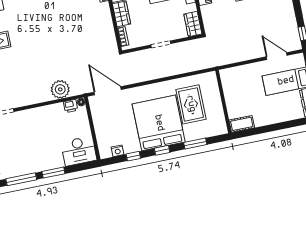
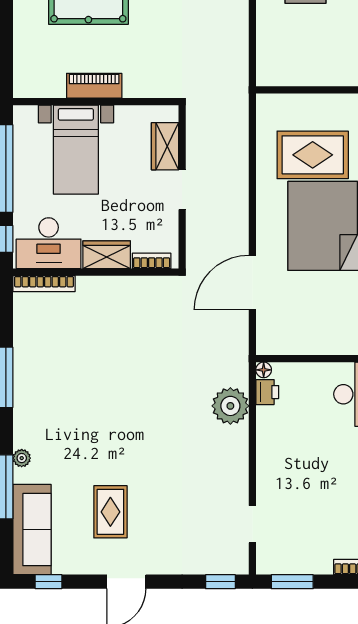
wardrobe: (193, 24) -> (165, 146), moved, turned 90
door: (108, 91) -> (252, 283), moved

